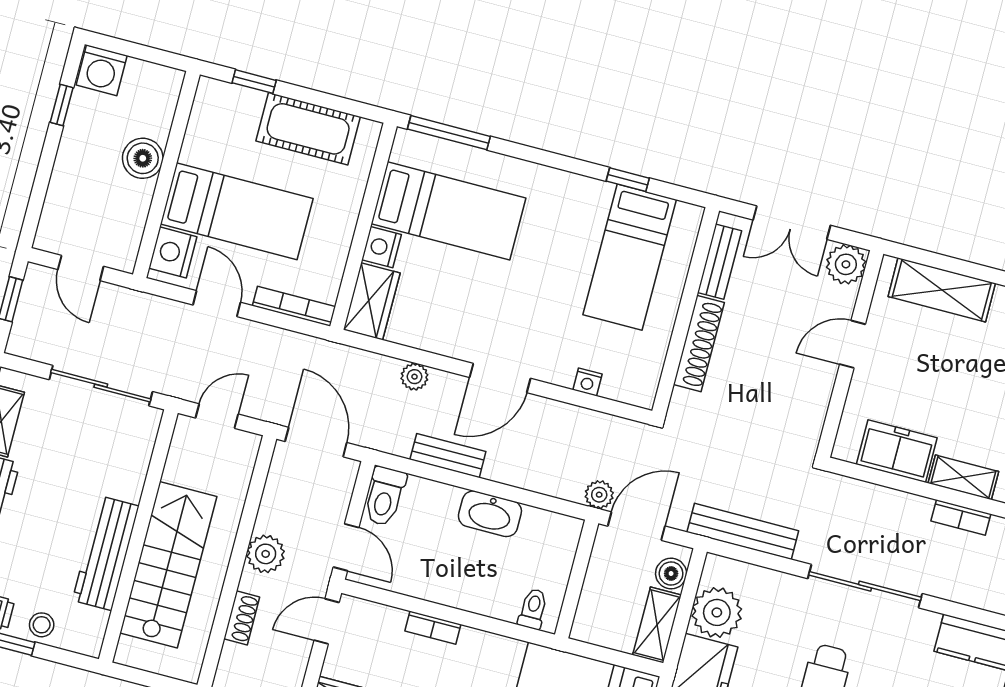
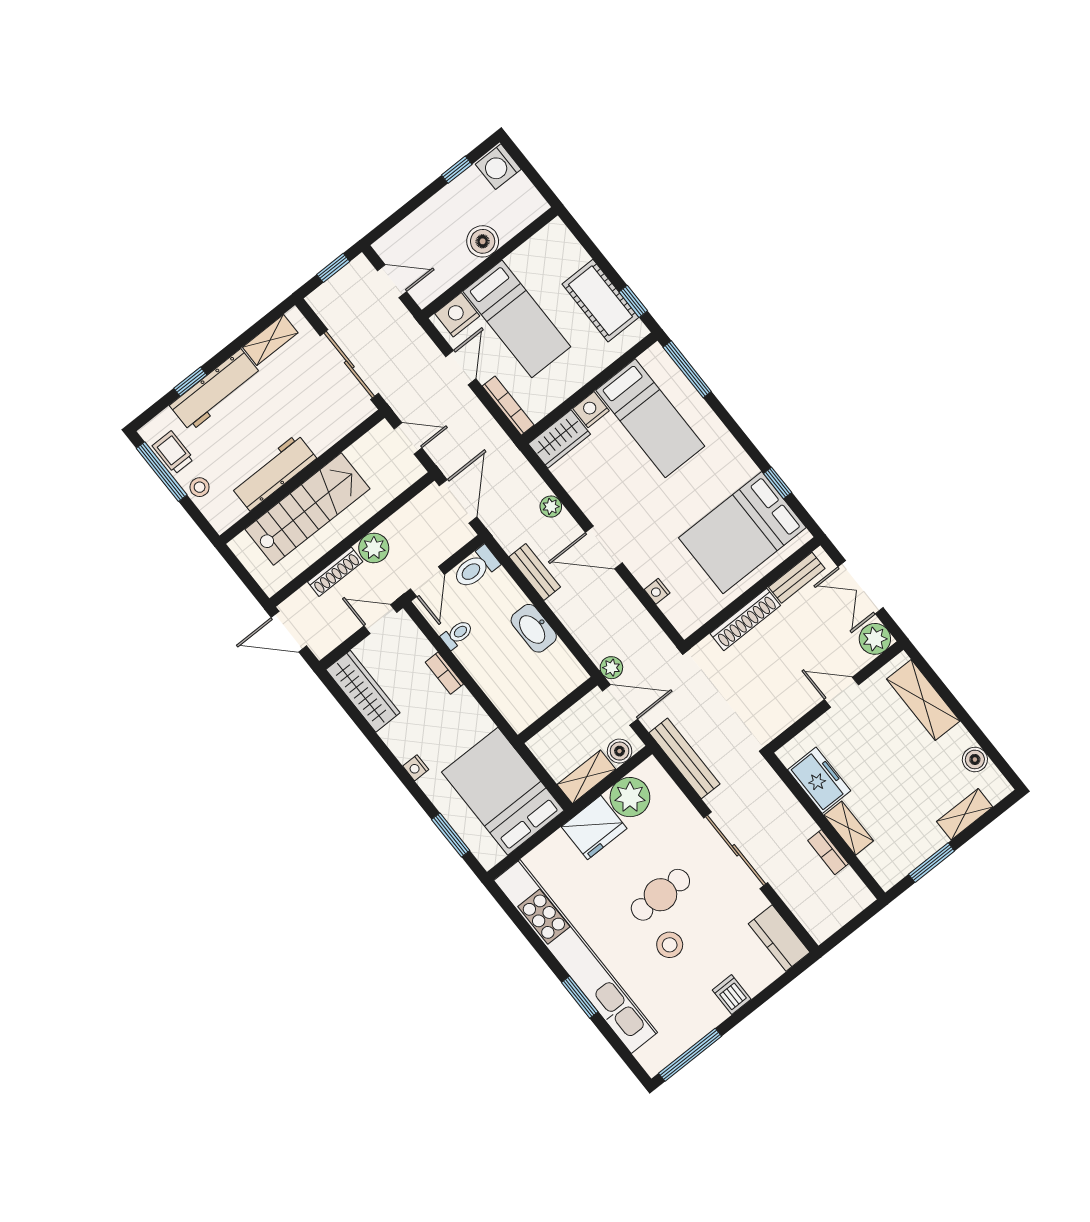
window: (254, 82) -> (633, 301), moved
bed: (630, 257) -> (742, 533), width x1.50
door: (81, 268) -> (392, 281), swing flipped
toilet: (533, 609) -> (457, 634), moved
shoe rack: (242, 618) -> (335, 572), width x1.43

